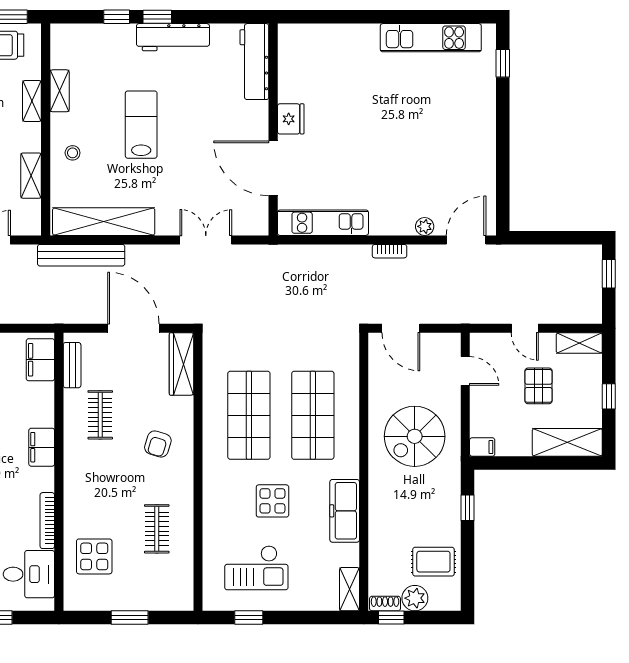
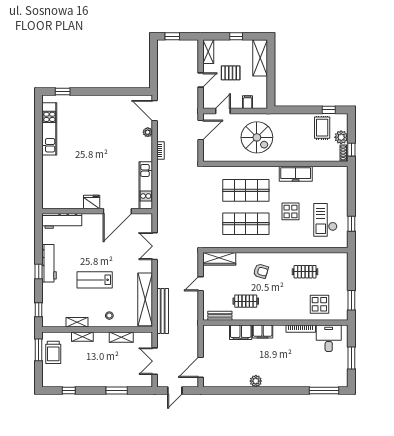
window: (117, 17) -> (39, 310), moved
door: (133, 328) -> (201, 284), width x0.53
door: (401, 328) -> (201, 130), moved
filing cabinet: (40, 360) -> (241, 332), moved
filing cabinet: (482, 447) -> (248, 102), moved
window: (468, 508) -> (329, 110), moved
checkout: (256, 568) -> (325, 220), turned 180
shelving: (349, 589) -> (337, 171), removed
window: (130, 618) -> (351, 300), moved

